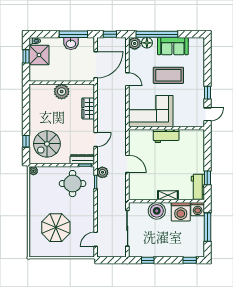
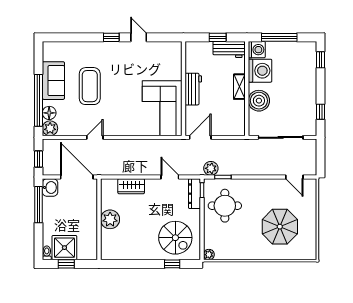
washbasin: (71, 43) -> (50, 187), moved
corner sofa: (151, 111) -> (162, 108), moved
wall: (166, 128) -> (183, 89), moved
workbench: (166, 136) -> (193, 89), moved

